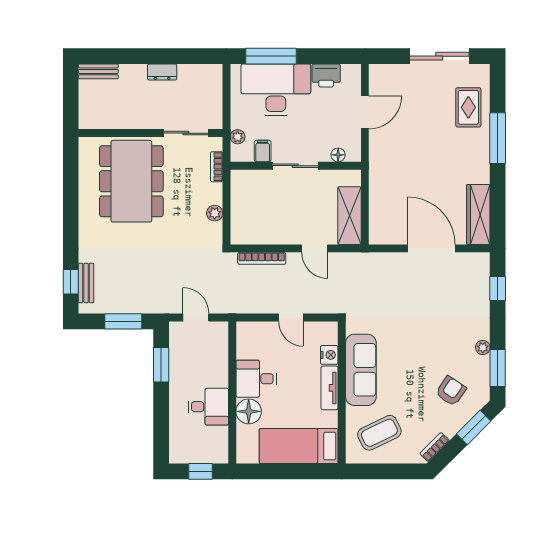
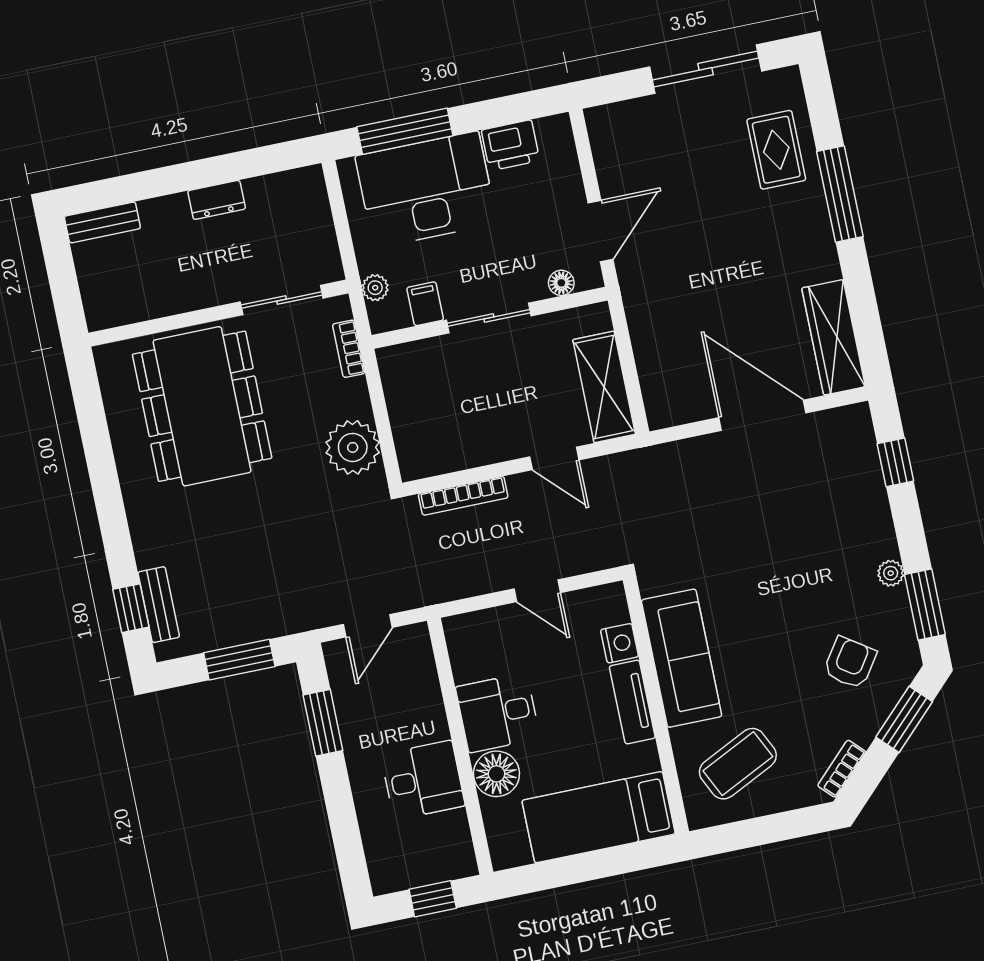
door: (365, 112) -> (601, 231), moved
plant: (215, 213) -> (353, 447), width x1.87, depth x1.87
door: (196, 318) -> (368, 626), swing flipped

